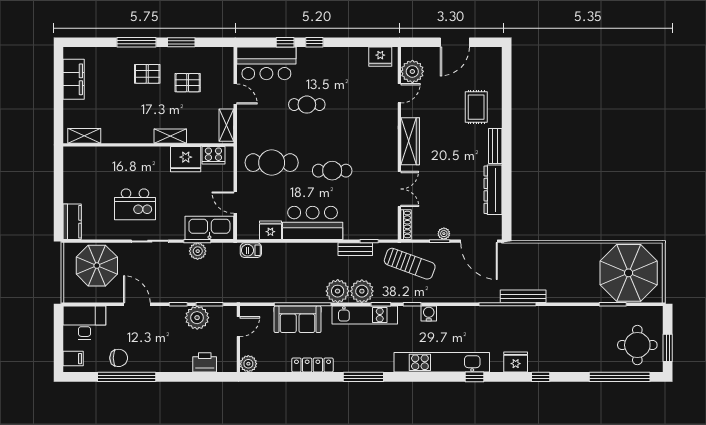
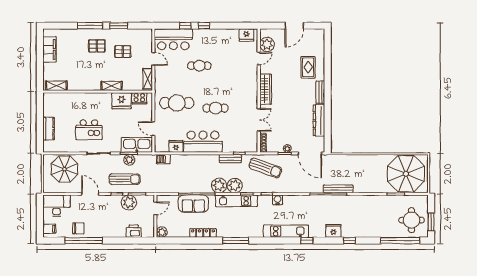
kitchen counter: (72, 222) -> (49, 129), moved
sun lounger: (190, 281) -> (125, 179), added
kitchen unit: (442, 362) -> (286, 231), width x0.73

